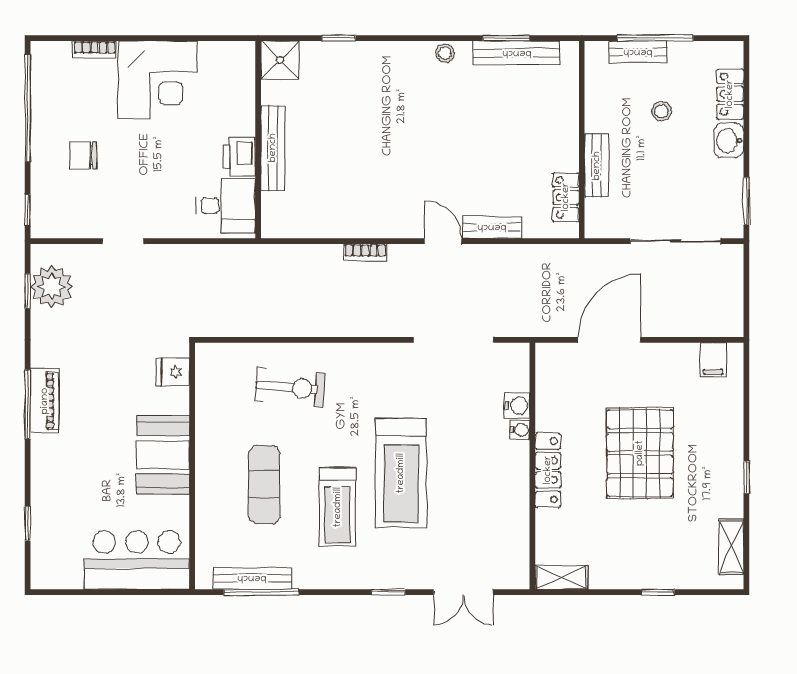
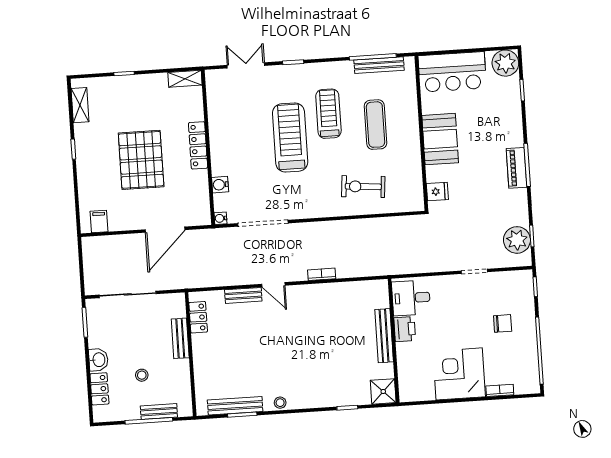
water cooler: (520, 430) -> (220, 218), moved
plant: (51, 568) -> (505, 63), added

